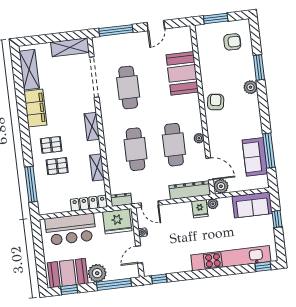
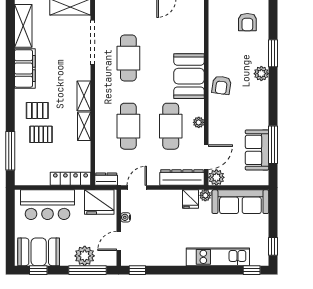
armchair: (232, 42) -> (247, 22), turned 90
booth: (182, 73) -> (189, 76), moved
armchair: (216, 102) -> (221, 85), turned 180
shelving: (97, 167) -> (84, 126), moved
door: (210, 169) -> (206, 157), hinge flipped
door: (150, 204) -> (137, 188), swing flipped
sofa: (252, 205) -> (240, 202), width x1.36
window: (277, 219) -> (273, 246), moved
kitchen unit: (231, 258) -> (218, 257), width x0.73
plant: (97, 273) -> (85, 256), moved

